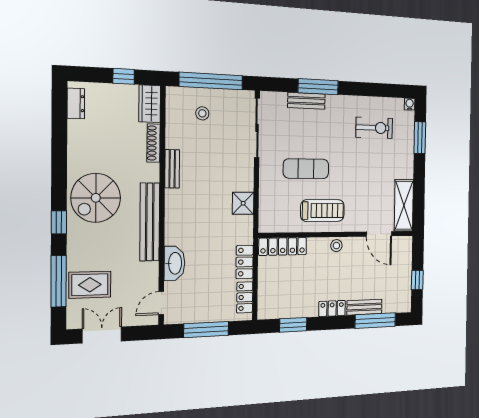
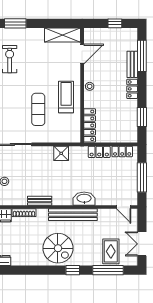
washbasin: (174, 263) -> (84, 199), moved

